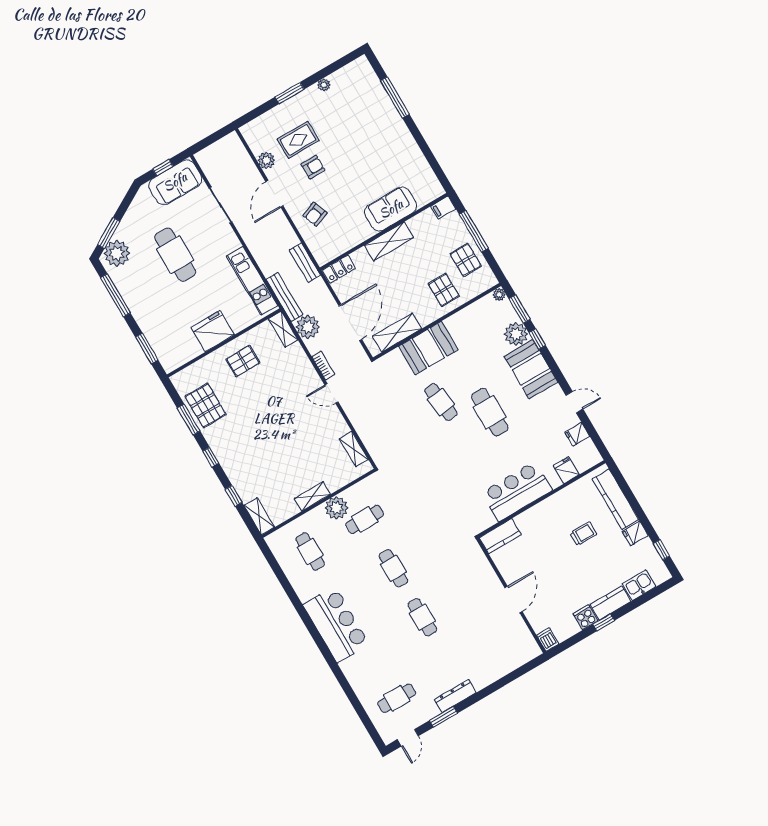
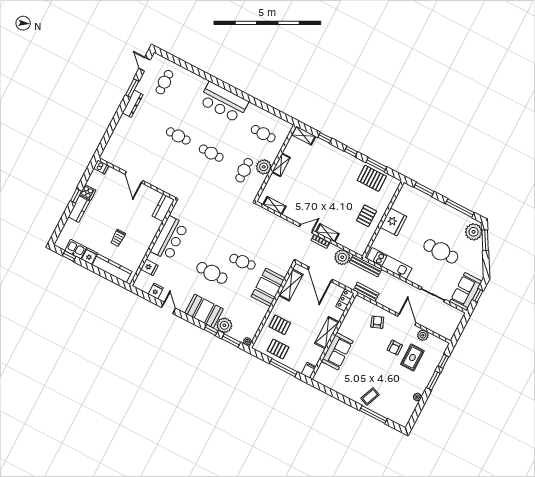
window: (261, 110) -> (443, 361), added
coffee table: (385, 124) -> (370, 396), added
shelving: (283, 329) -> (327, 233), moved
door: (574, 402) -> (168, 308), swing flipped
kitchen sink: (639, 585) -> (76, 249), moved, turned -90

